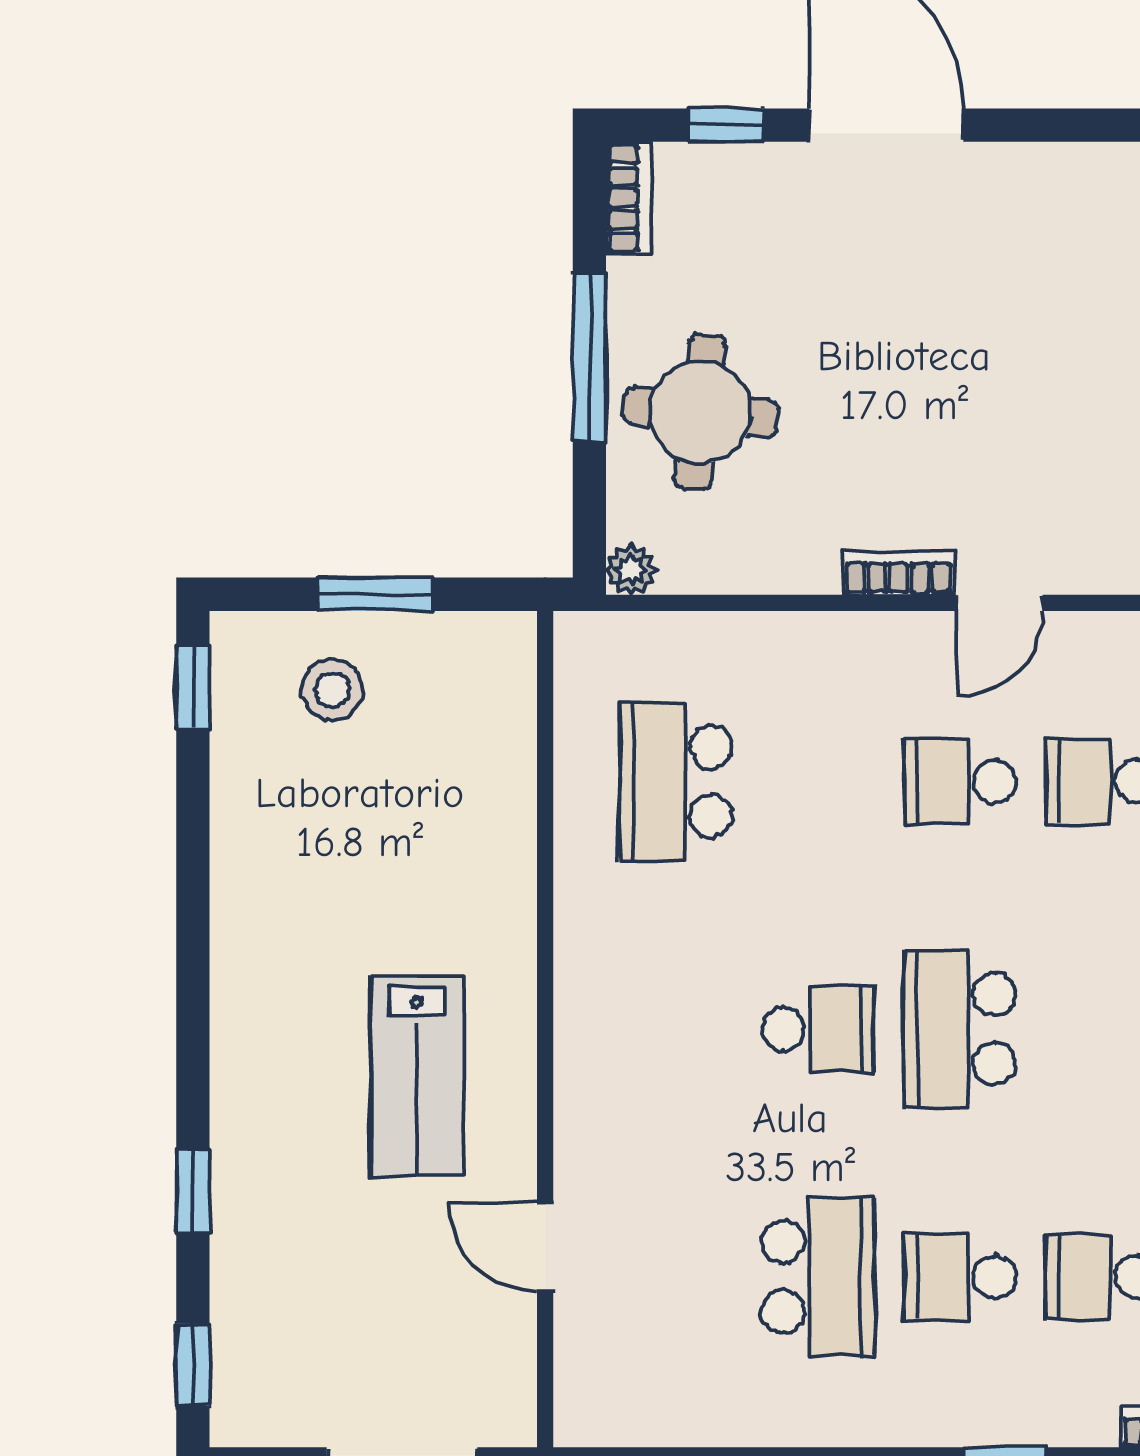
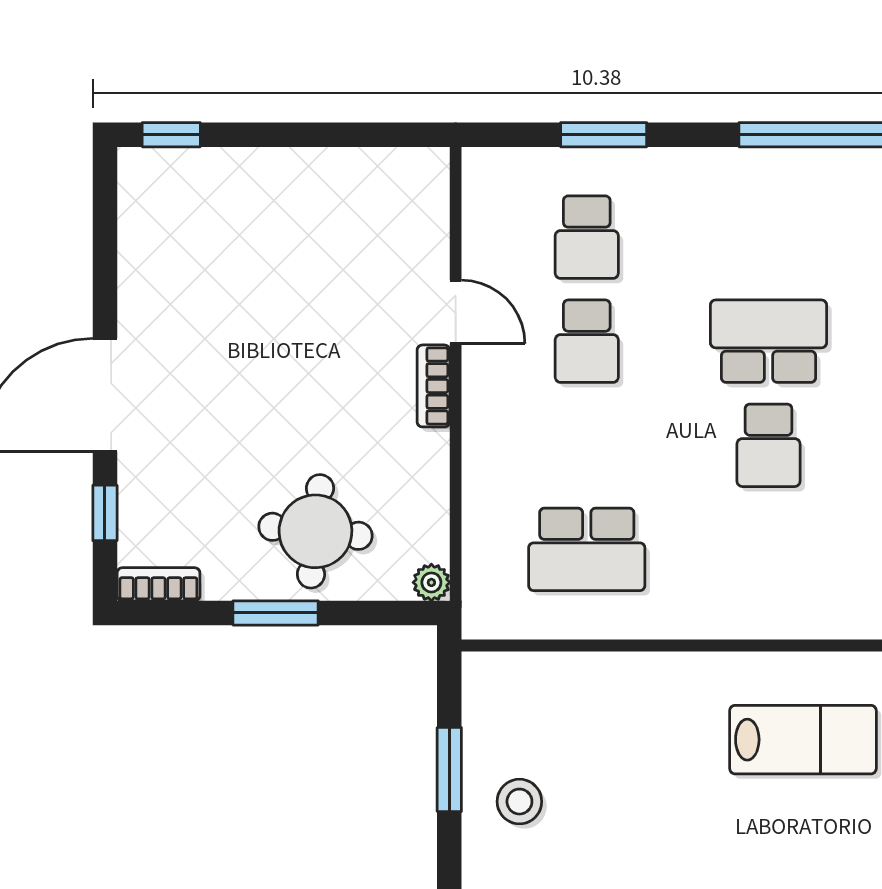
window: (589, 358) -> (276, 613), width x0.69
school desk: (818, 1029) -> (768, 445), turned 180
school desk: (960, 1029) -> (768, 341), turned 180

